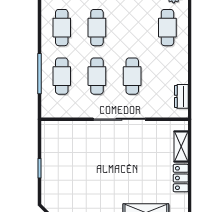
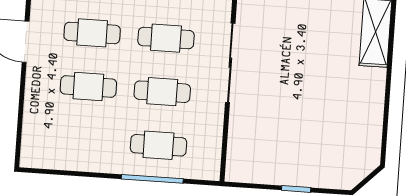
cafe table: (62, 28) -> (92, 33), moved

